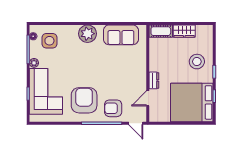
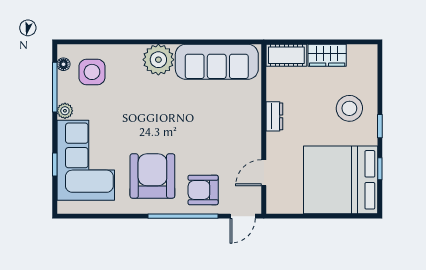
sofa: (121, 35) -> (217, 62), width x1.36
dresser: (154, 80) -> (274, 116), moved
door: (136, 123) -> (243, 216), hinge flipped

